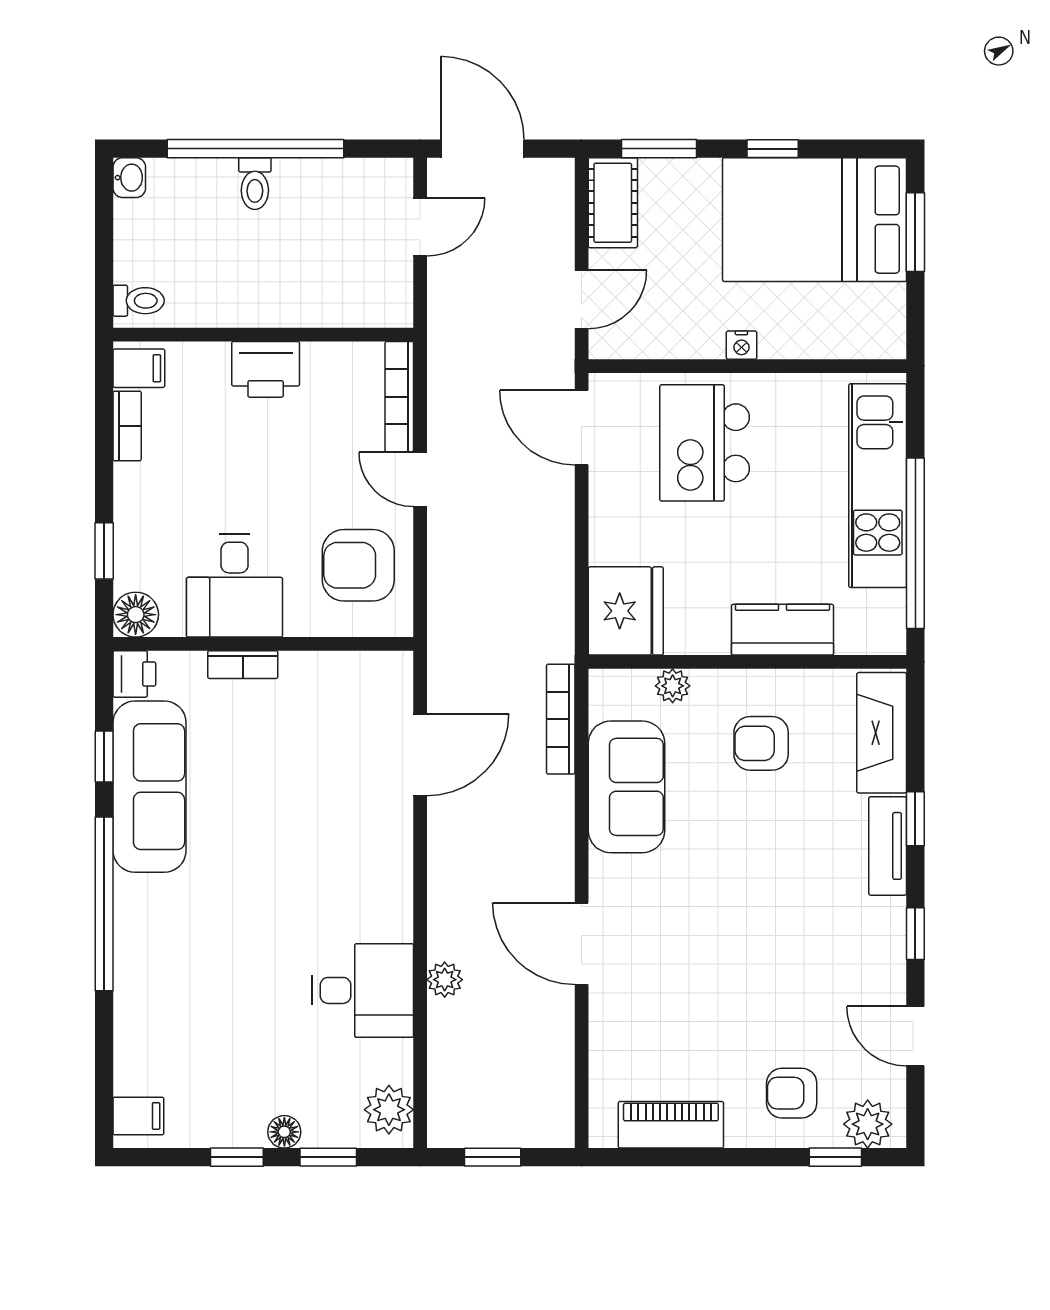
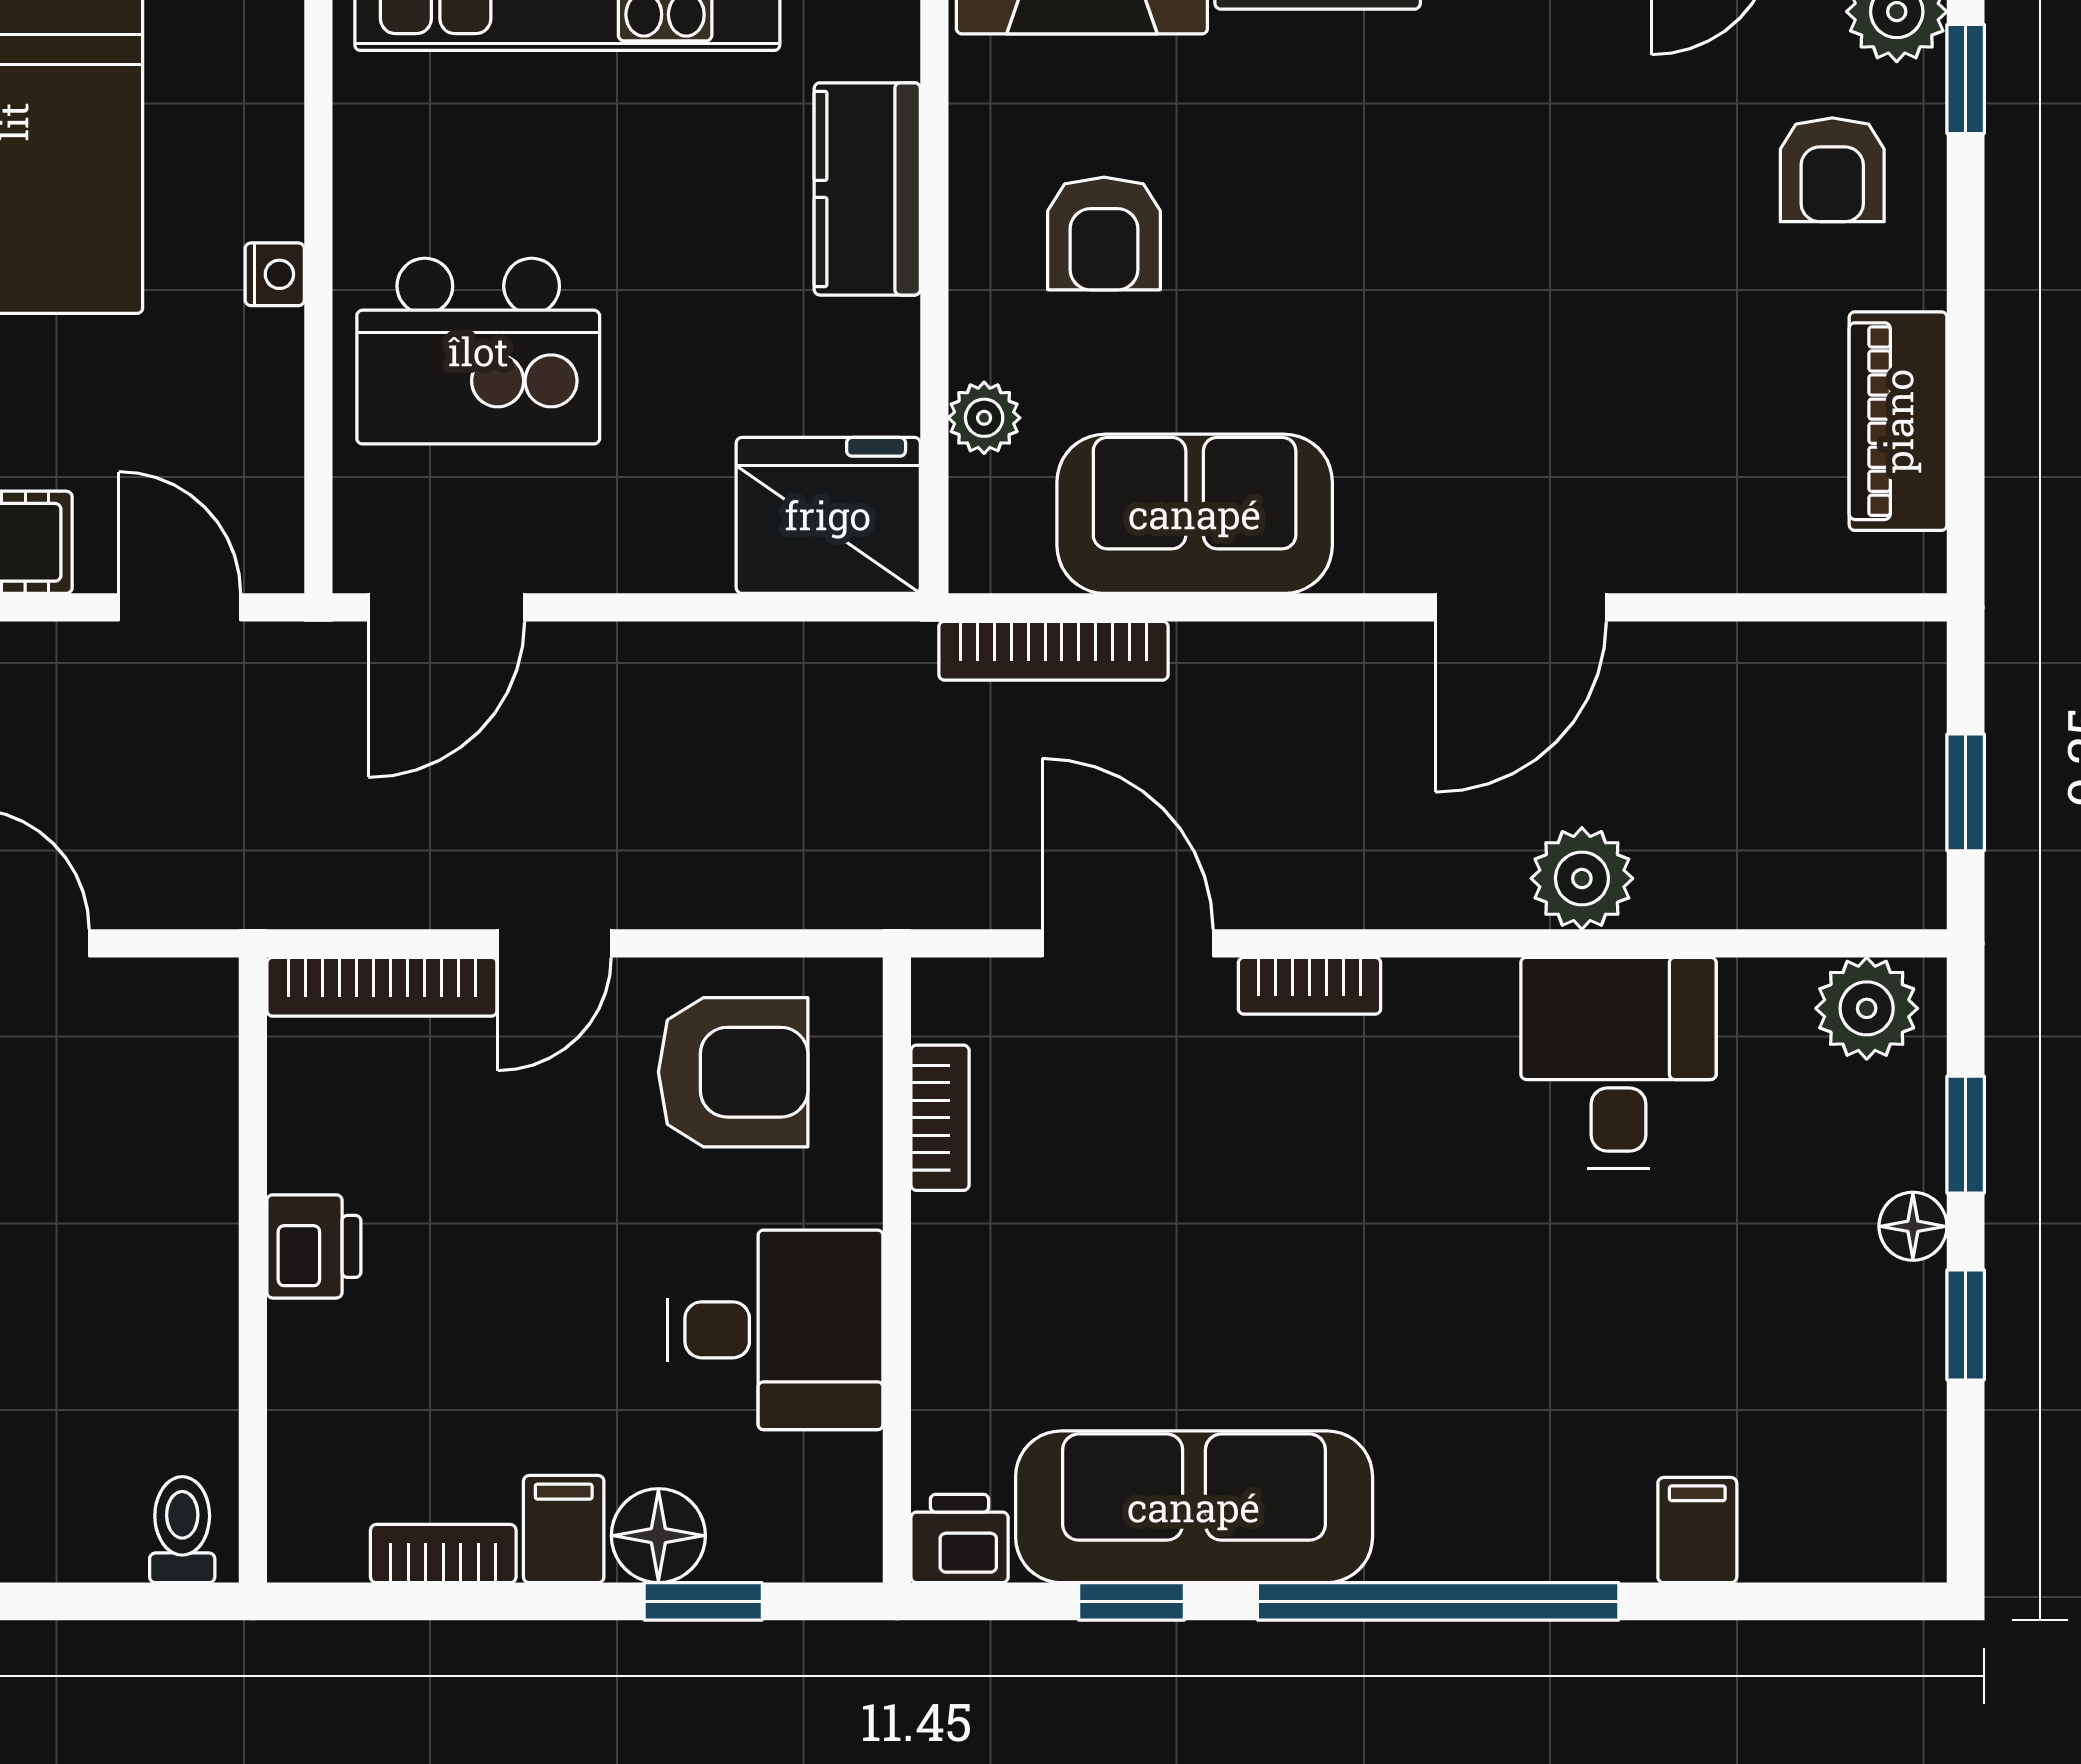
filing cabinet: (139, 368) -> (564, 1529), moved
printer: (266, 369) -> (314, 1246), width x0.73, depth x0.81
armchair: (358, 565) -> (733, 1072), turned -90
floor lamp: (136, 615) -> (658, 1536), moved
bookcase: (243, 665) -> (940, 1118), moved
bookcase: (400, 842) -> (1310, 986), added
plant: (445, 980) -> (1582, 878), width x1.38, depth x1.38
filing cabinet: (138, 1116) -> (1697, 1530), moved

